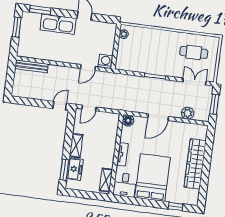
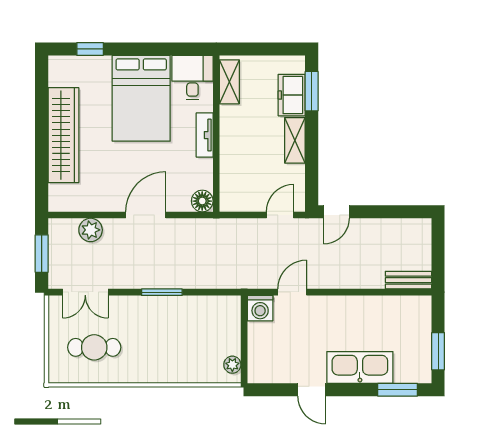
bench: (32, 66) -> (408, 280), width x0.73

